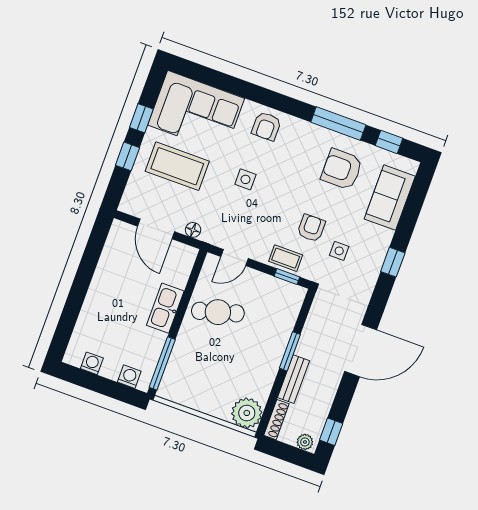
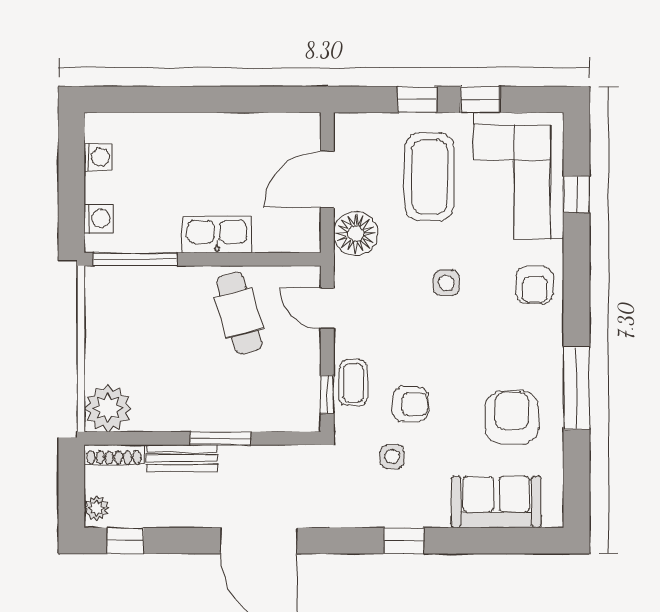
armchair: (266, 126) -> (535, 285), turned -90
window: (389, 142) -> (577, 194), moved
floor lamp: (193, 230) -> (356, 234), width x1.89, depth x1.89

